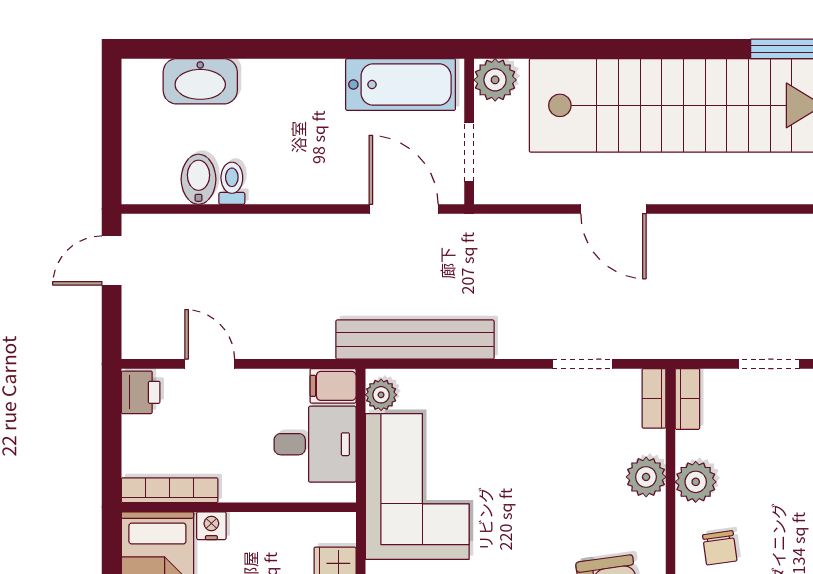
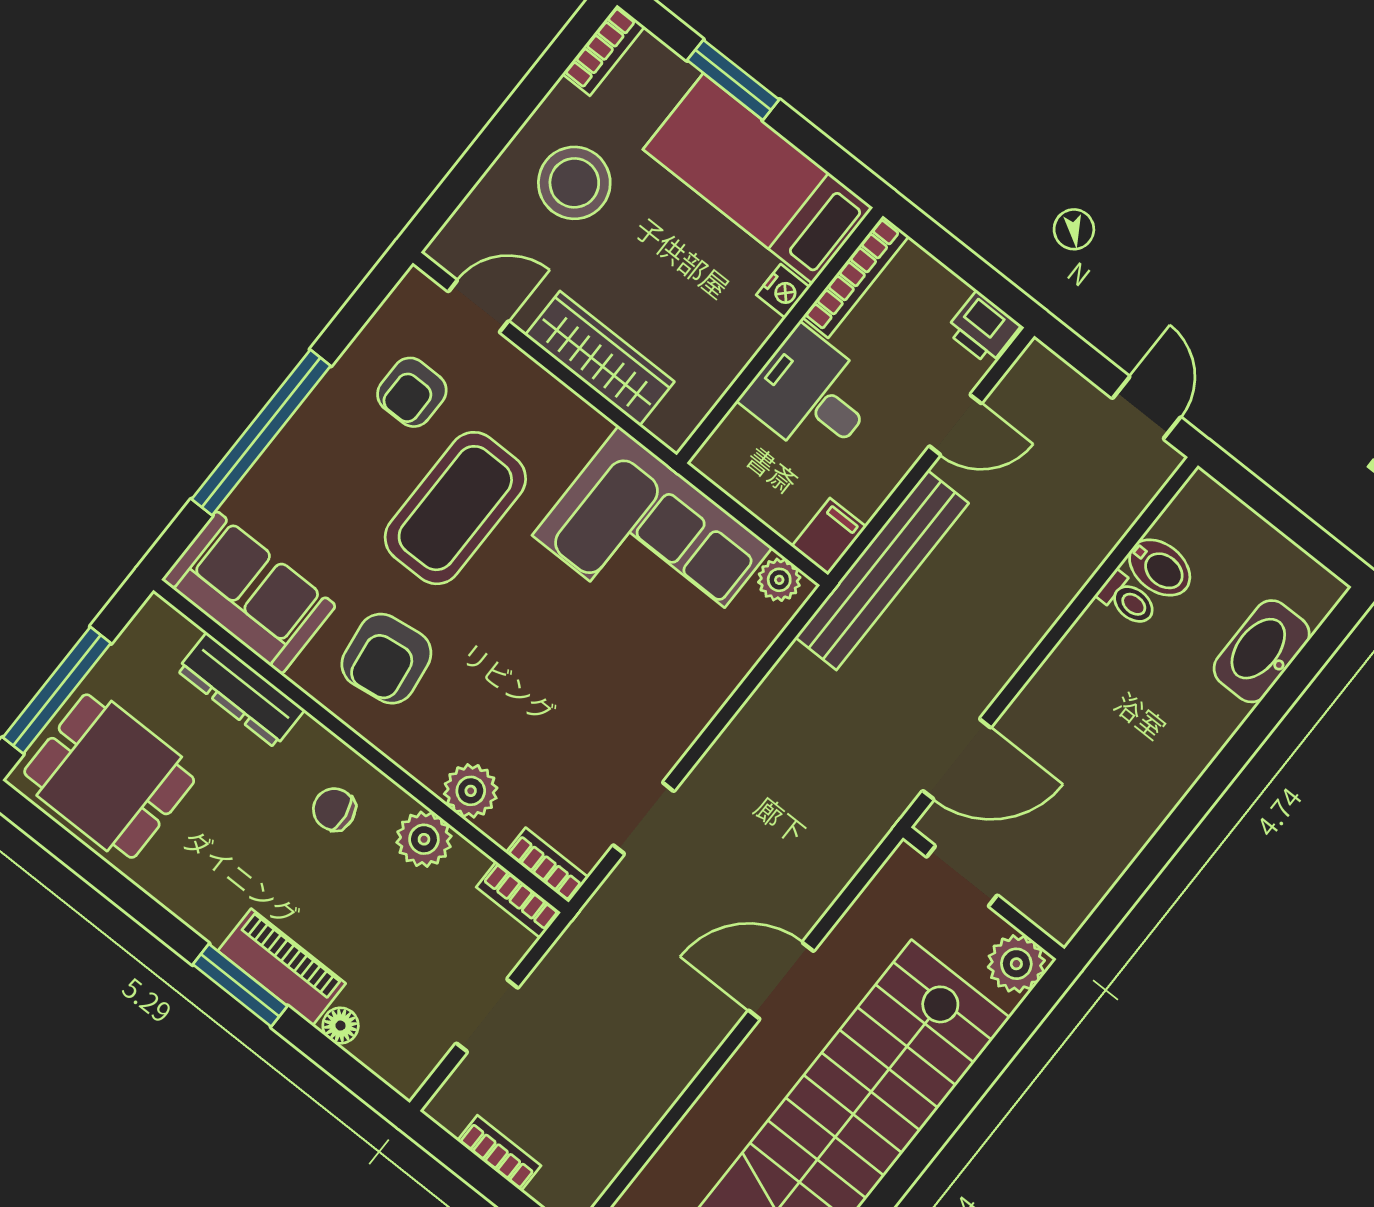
bathtub: (401, 84) -> (1091, 860), removed
bench: (415, 340) -> (882, 570), moved
desk: (315, 444) -> (811, 395), moved, turned 90

